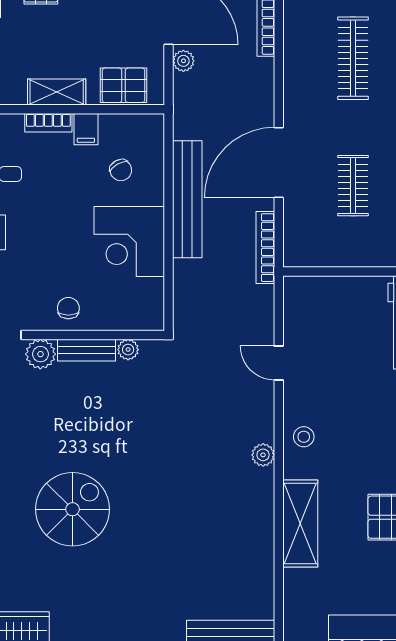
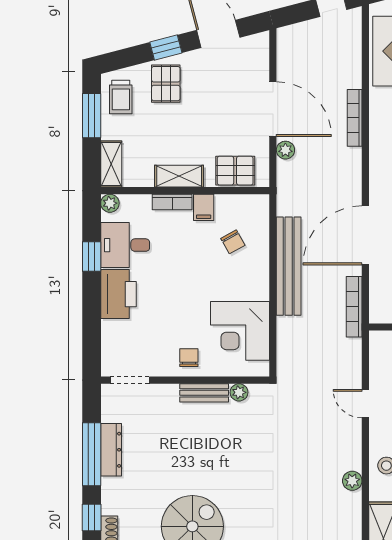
corner desk: (129, 241) -> (240, 331), moved
plant: (40, 354) -> (166, 396), removed

